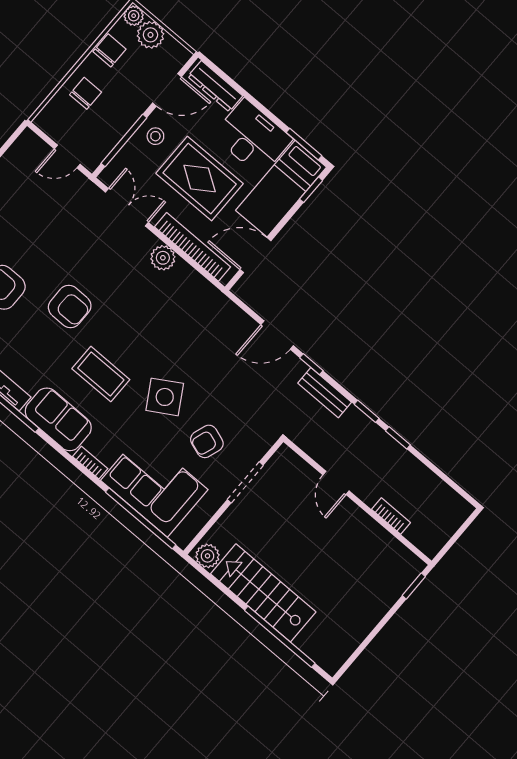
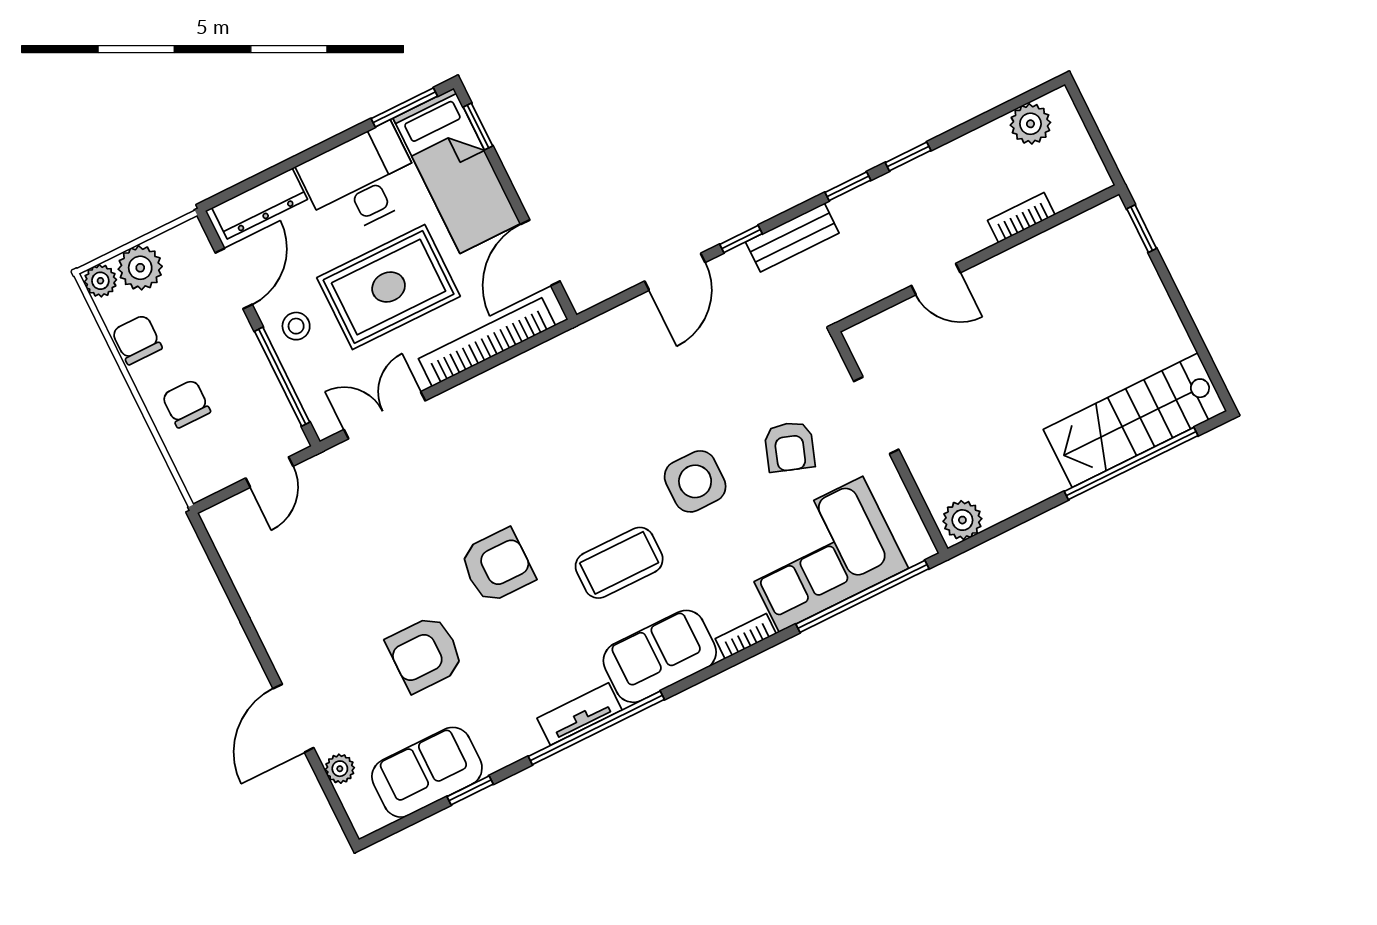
plant: (163, 258) -> (1030, 124), moved
side table: (165, 397) -> (695, 481), turned 31
stairs: (263, 593) -> (1135, 420), moved

